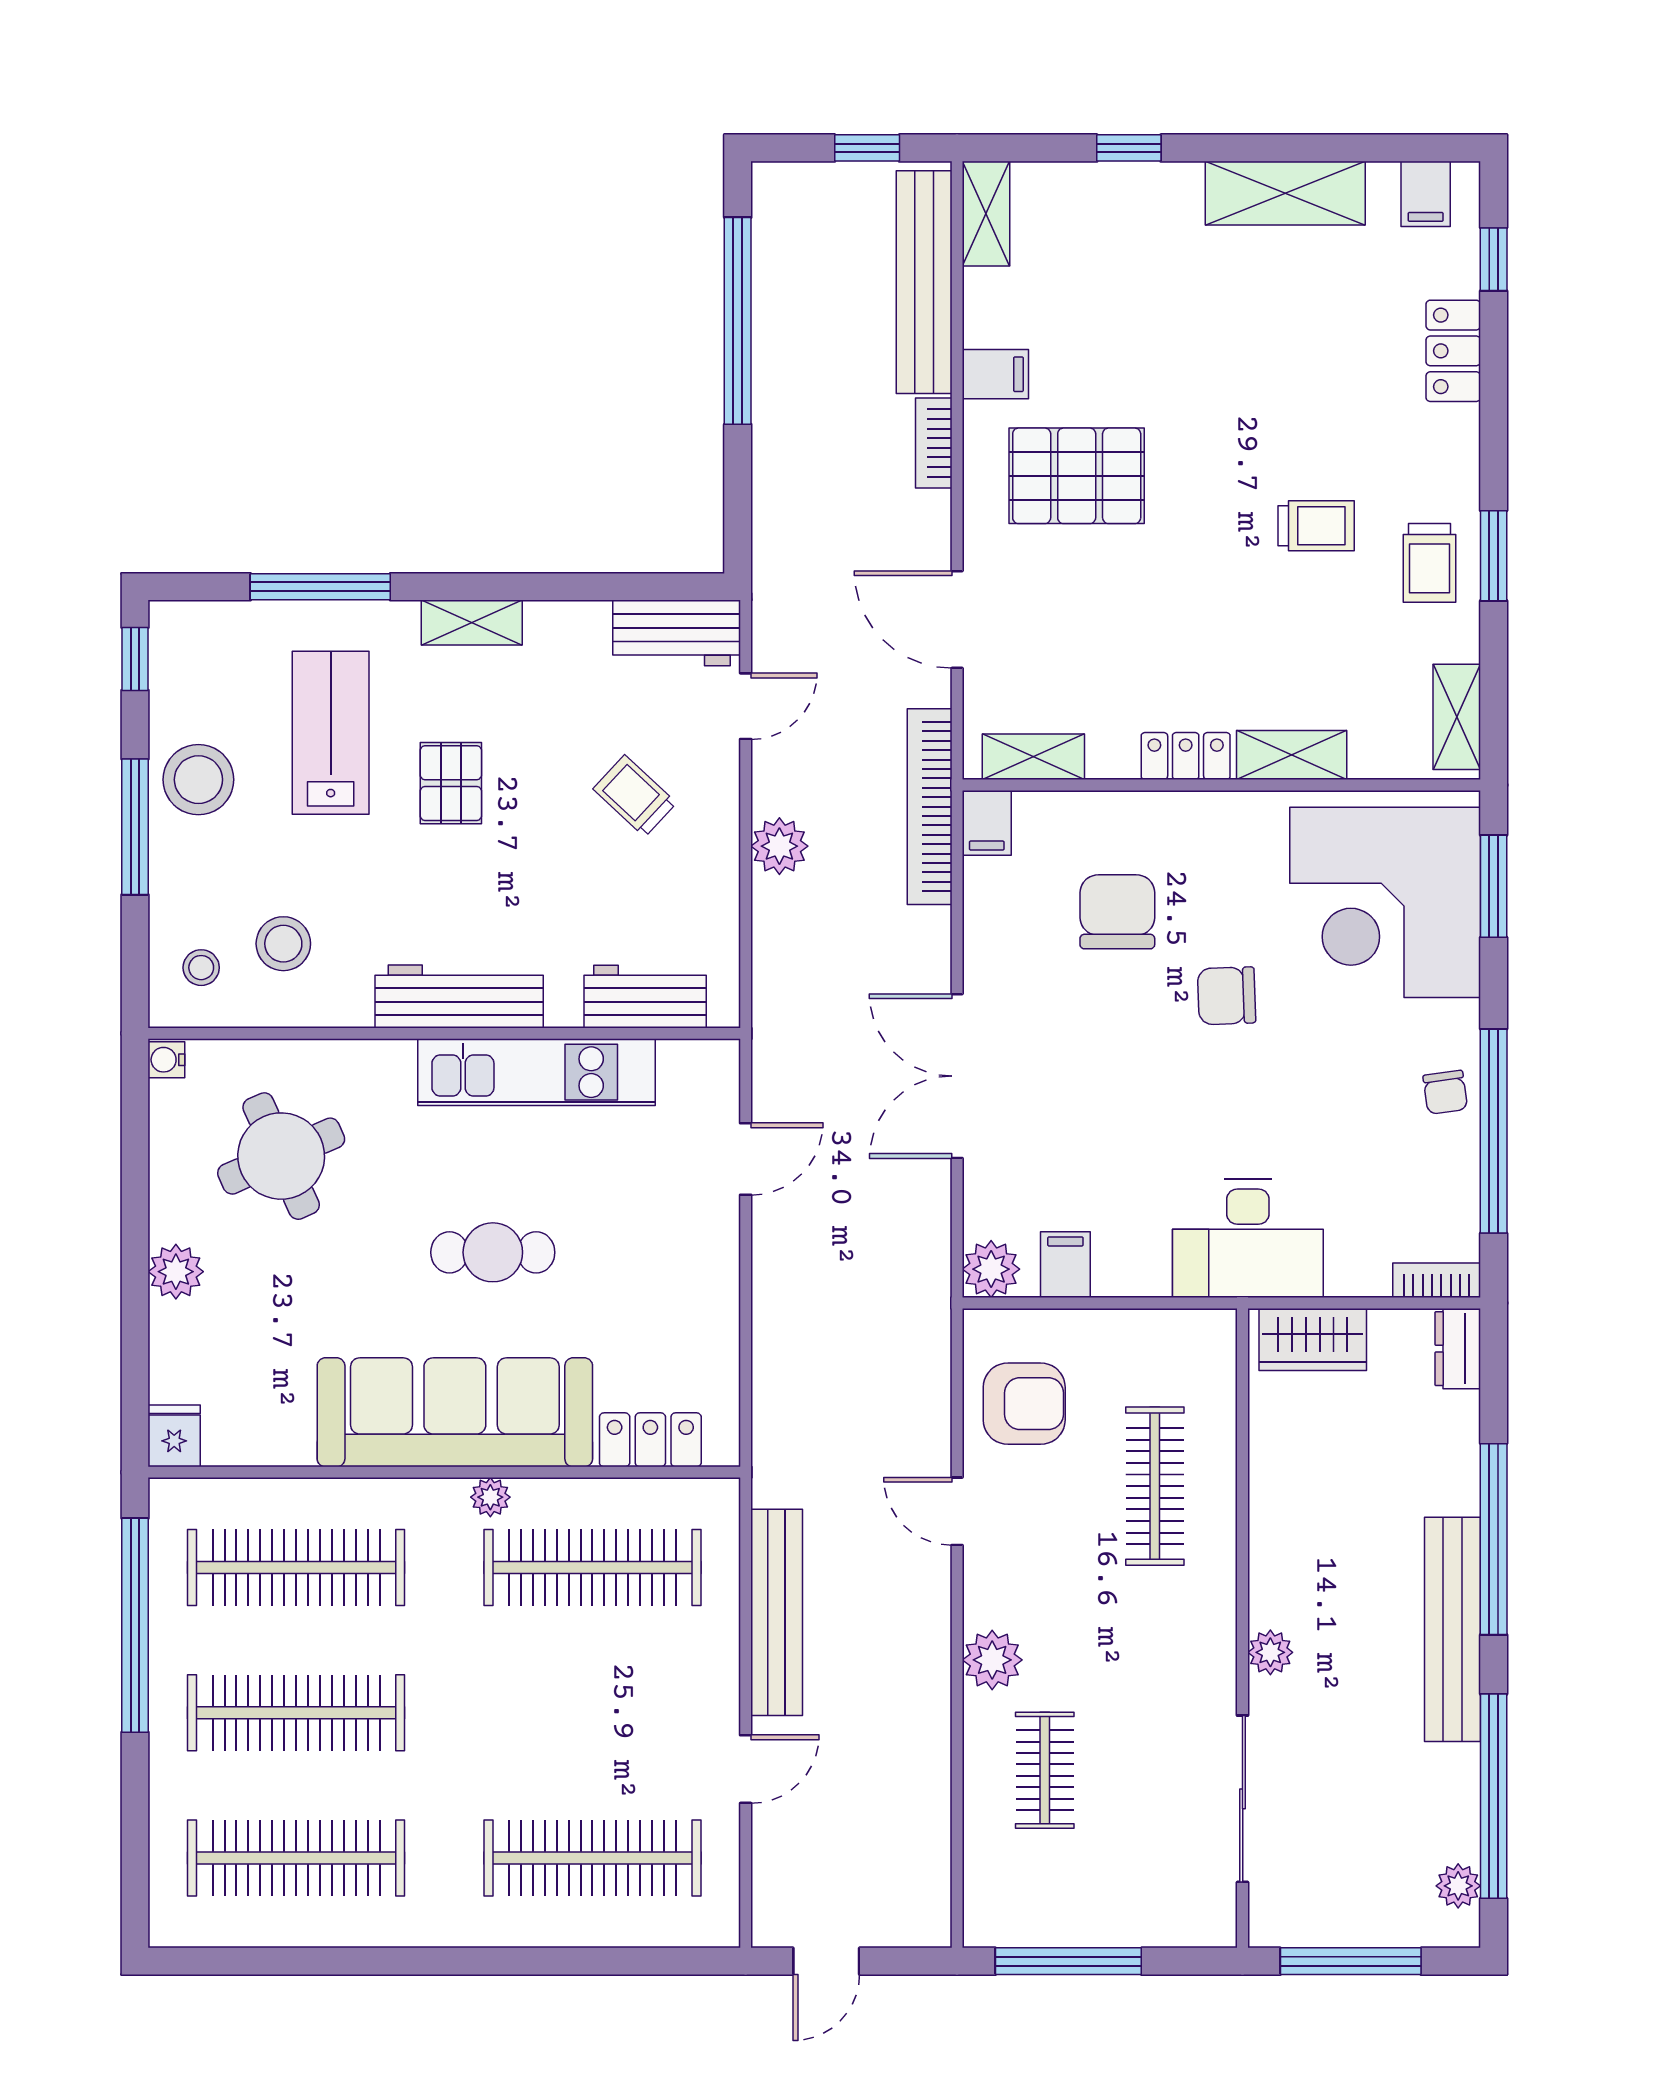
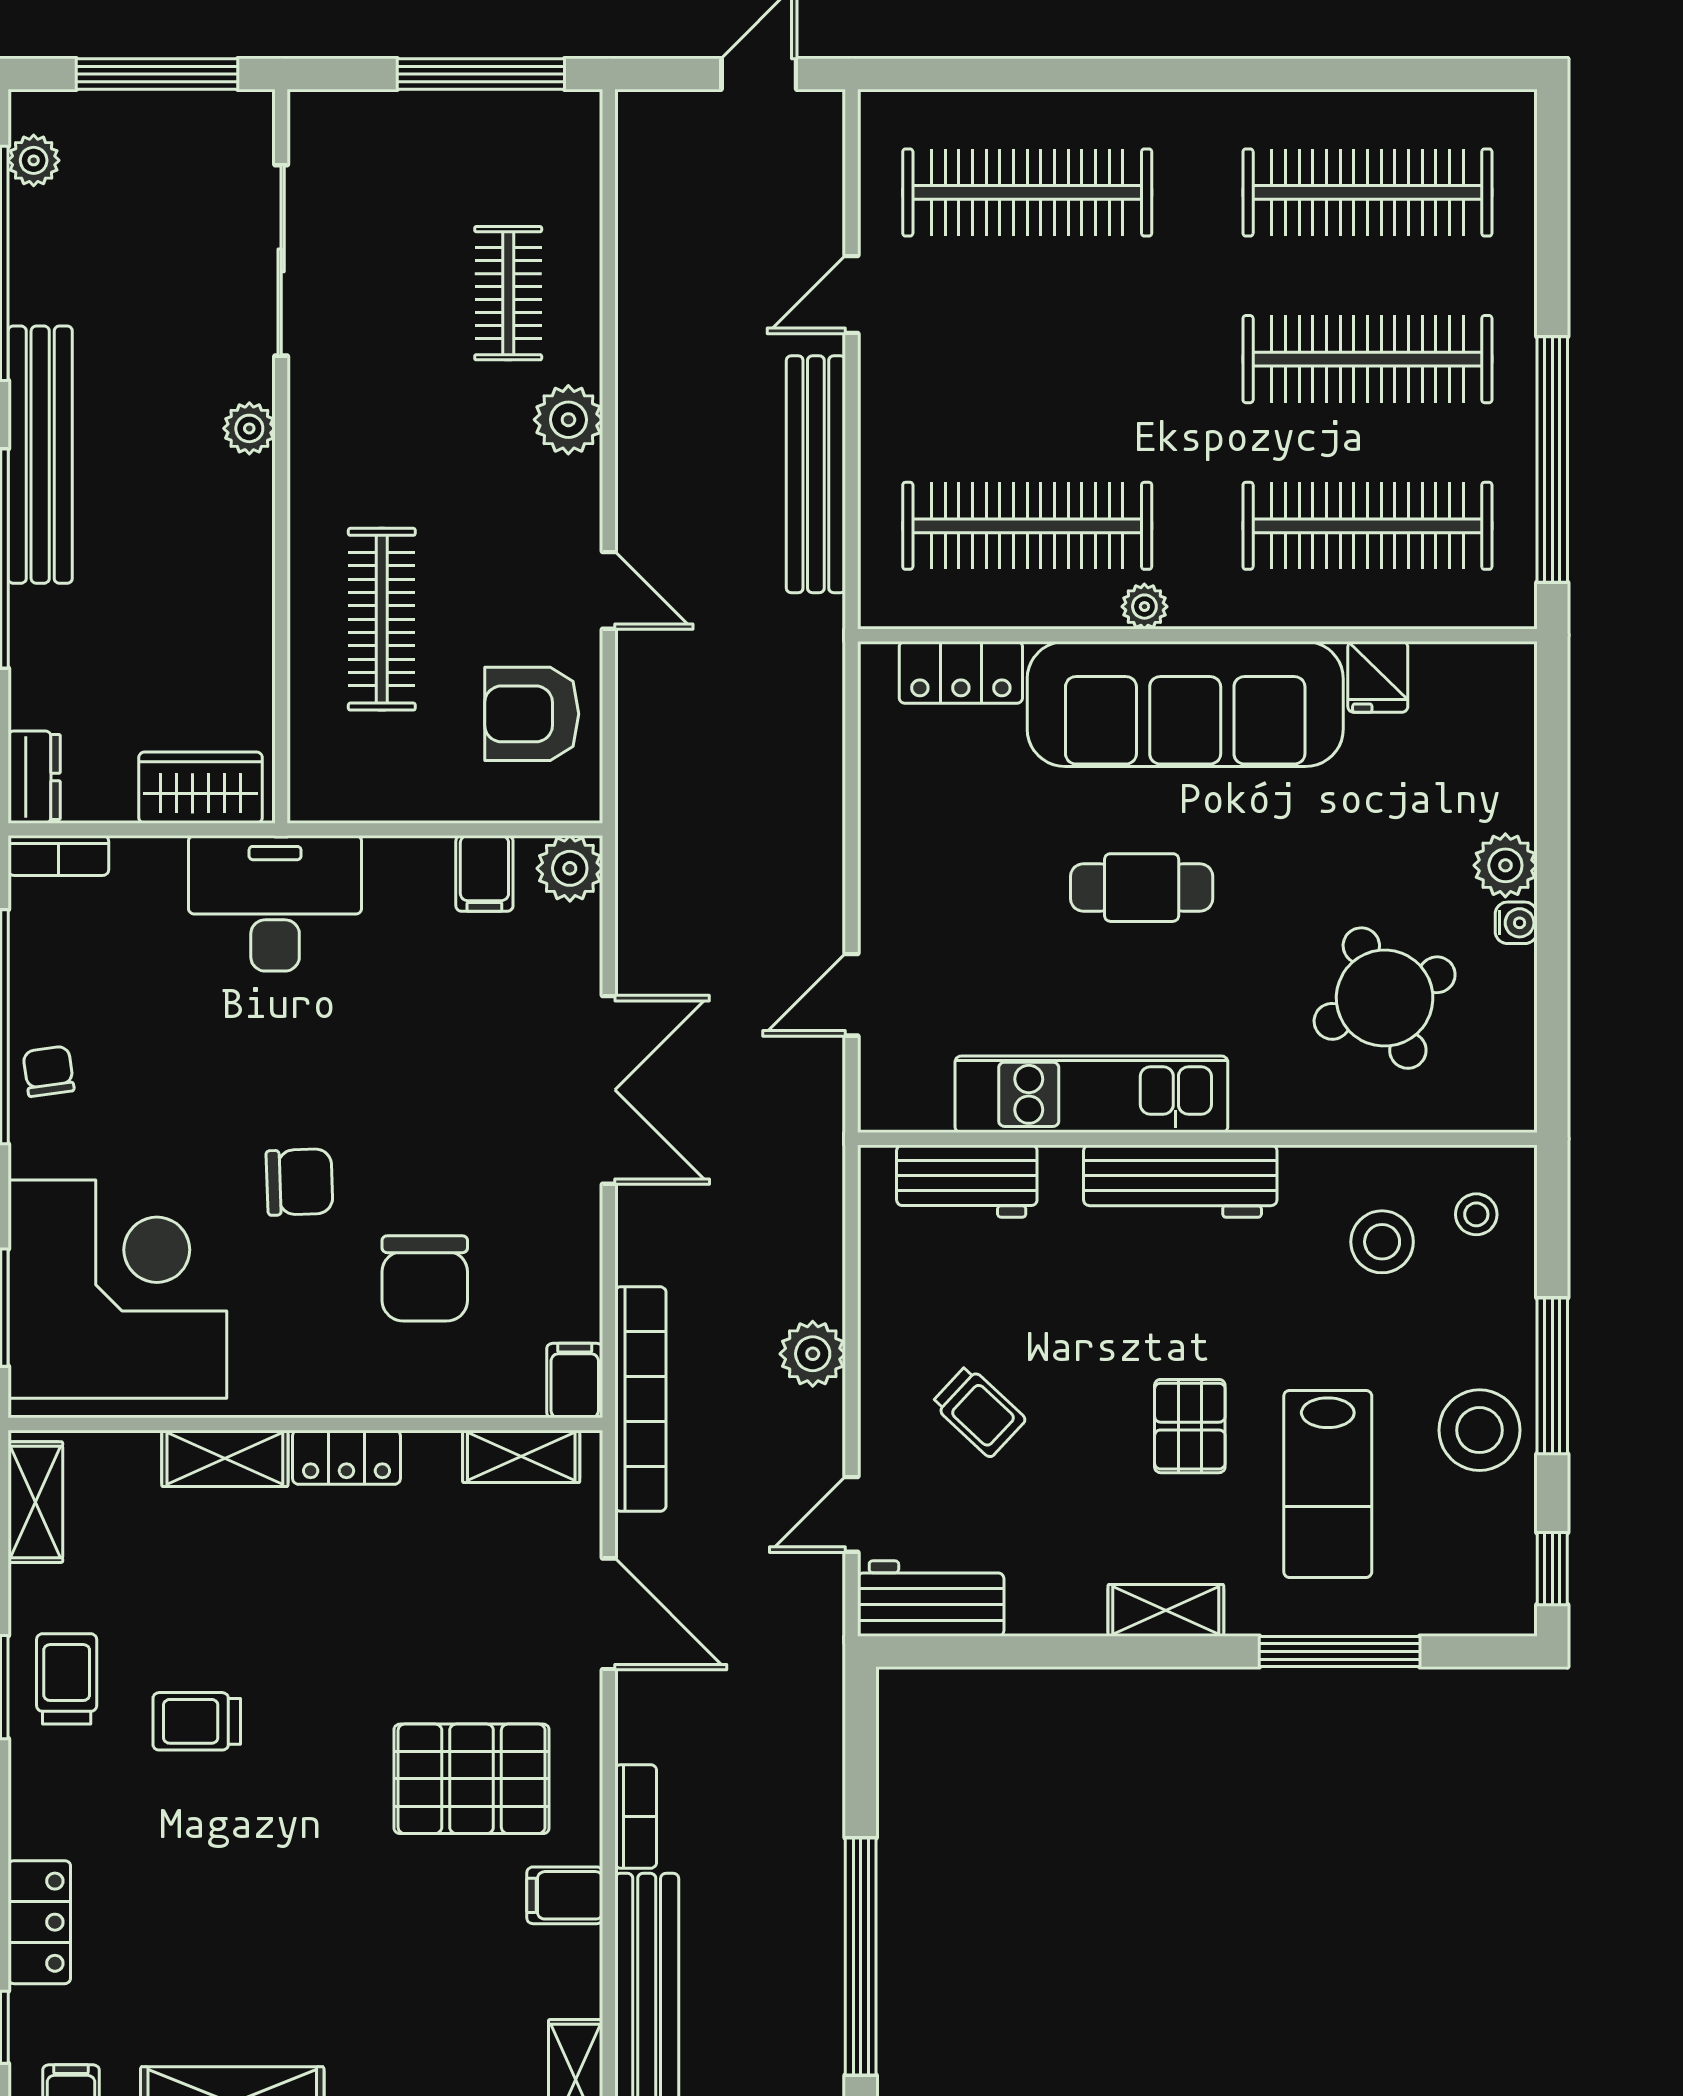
water cooler: (166, 1060) -> (1516, 923), moved
fridge: (174, 1436) -> (1378, 677), moved

